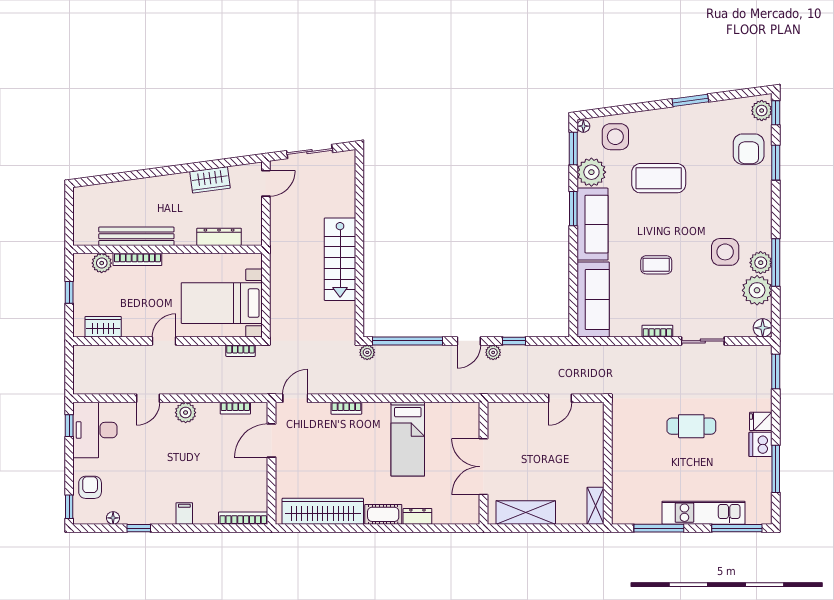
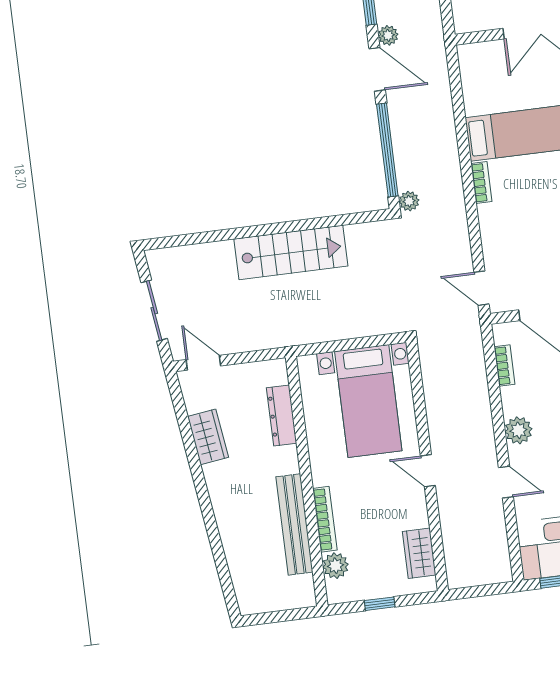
door: (469, 341) -> (377, 69), width x1.38
bookcase: (241, 351) -> (428, 368), removed
bookcase: (346, 408) -> (481, 182), moved

